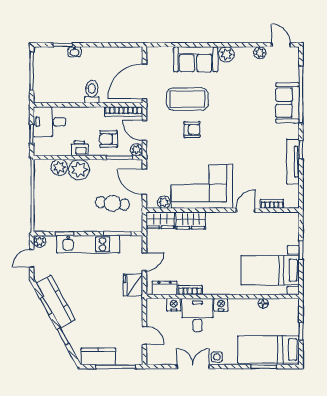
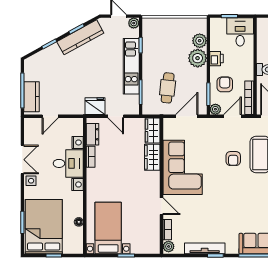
plant: (164, 202) -> (169, 246), moved
bed: (268, 350) -> (44, 227), width x1.50
kitchen counter: (98, 356) -> (31, 97), moved

